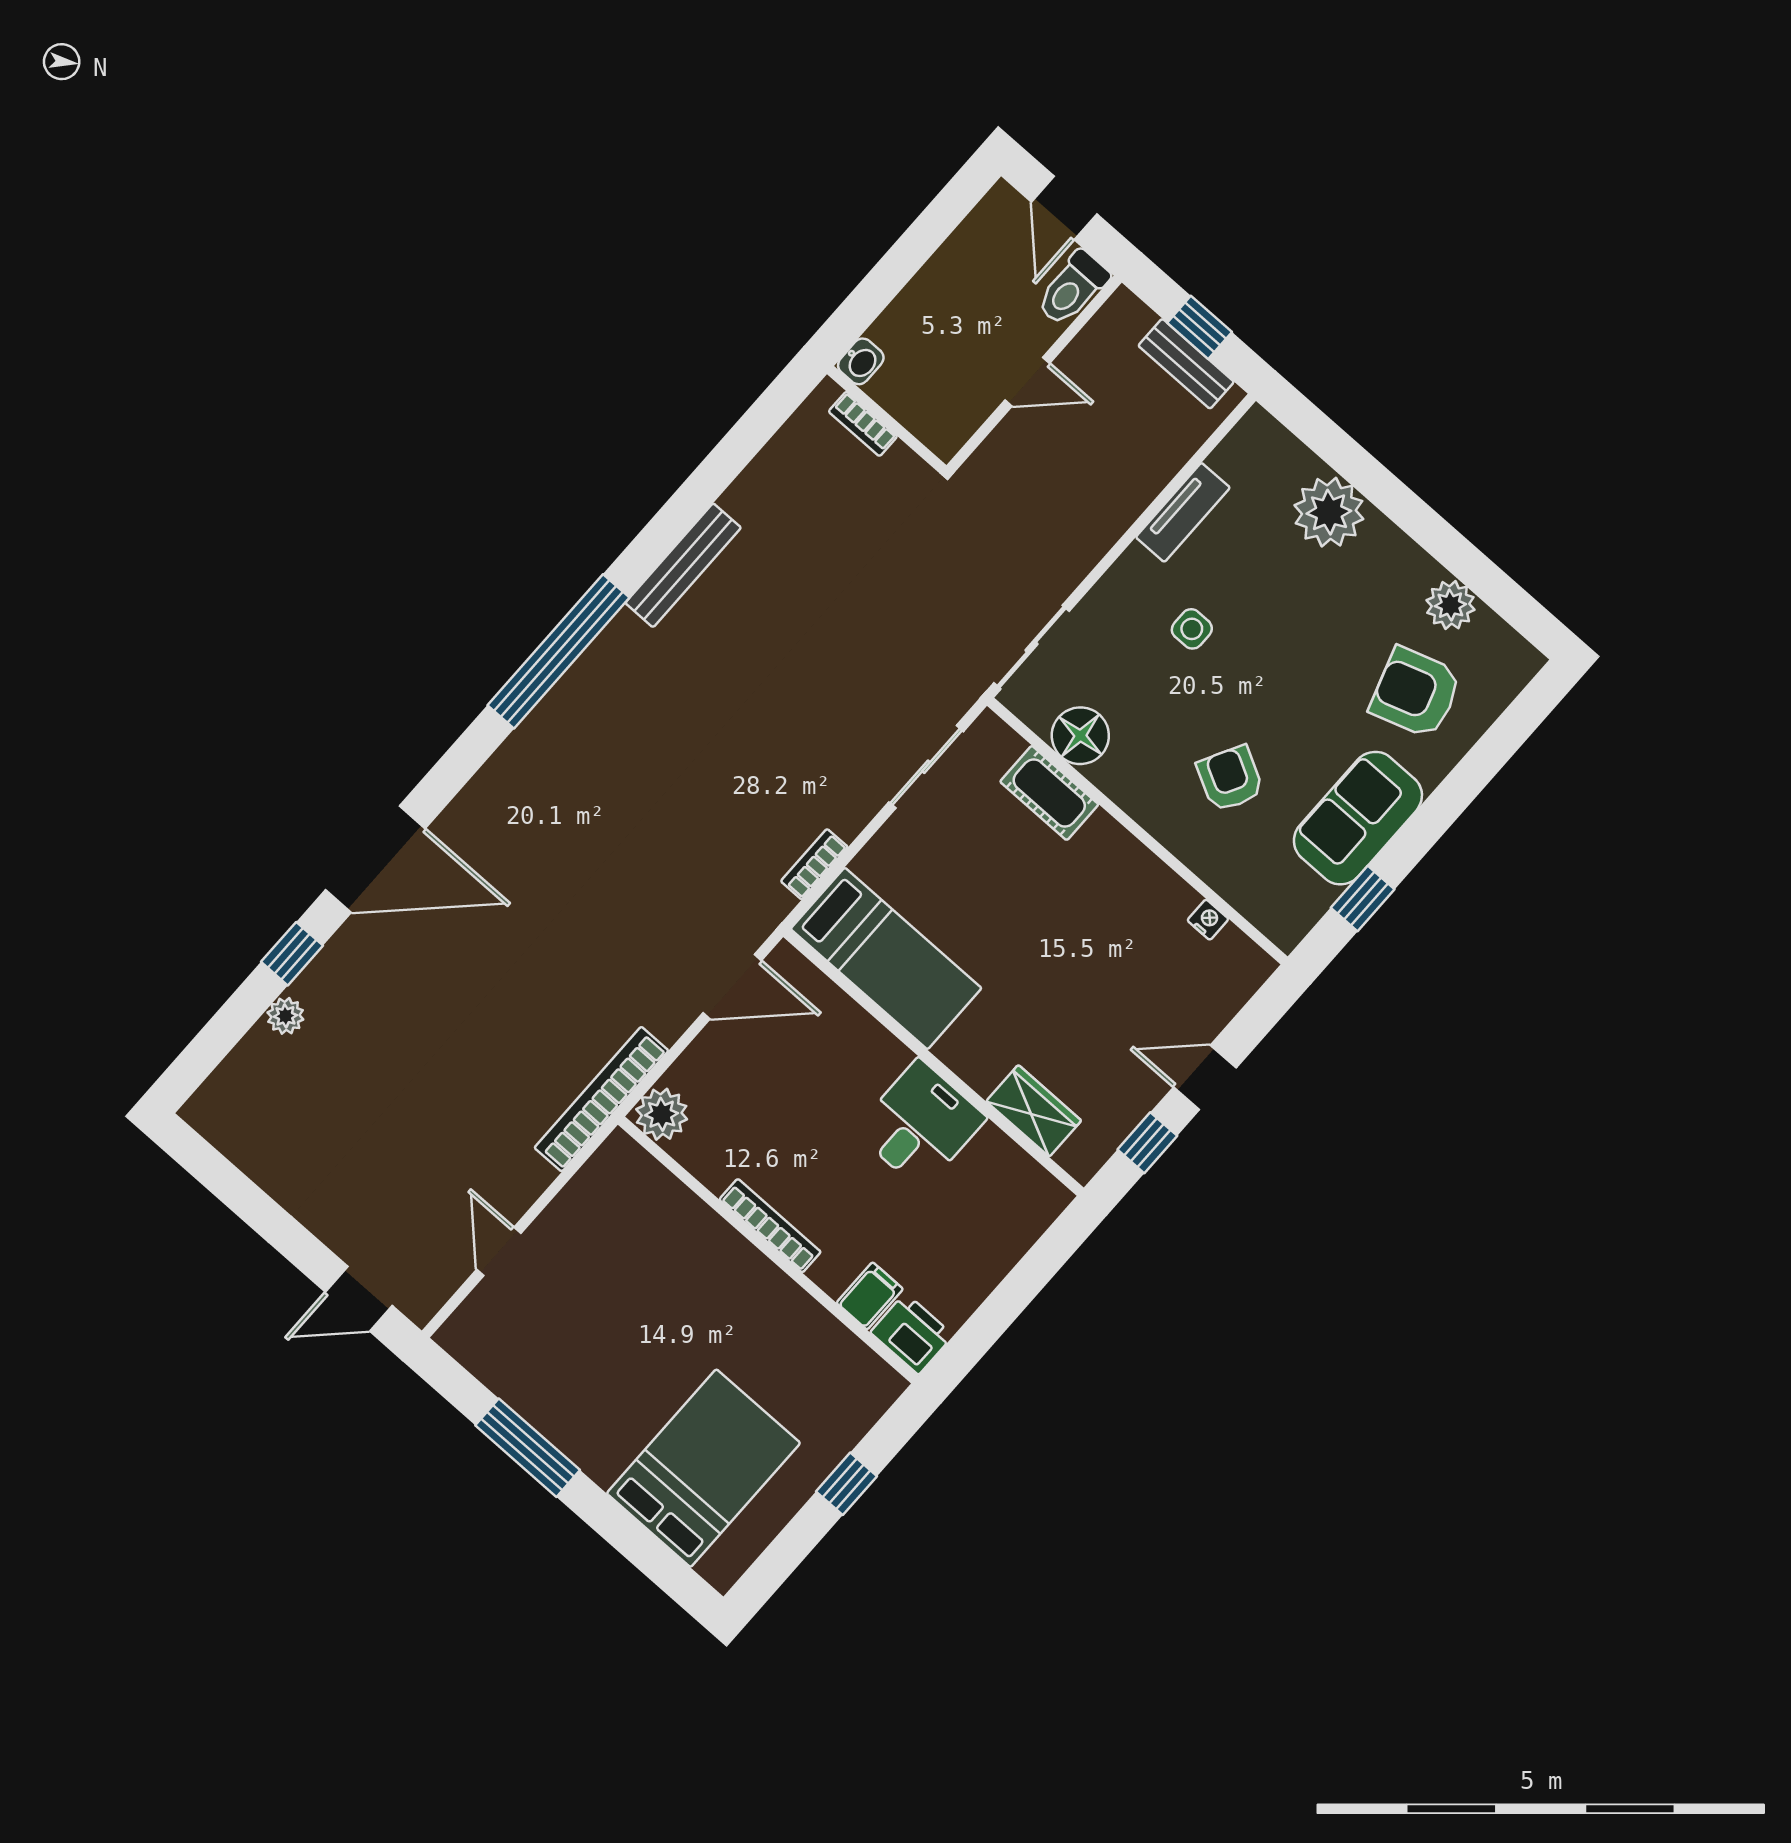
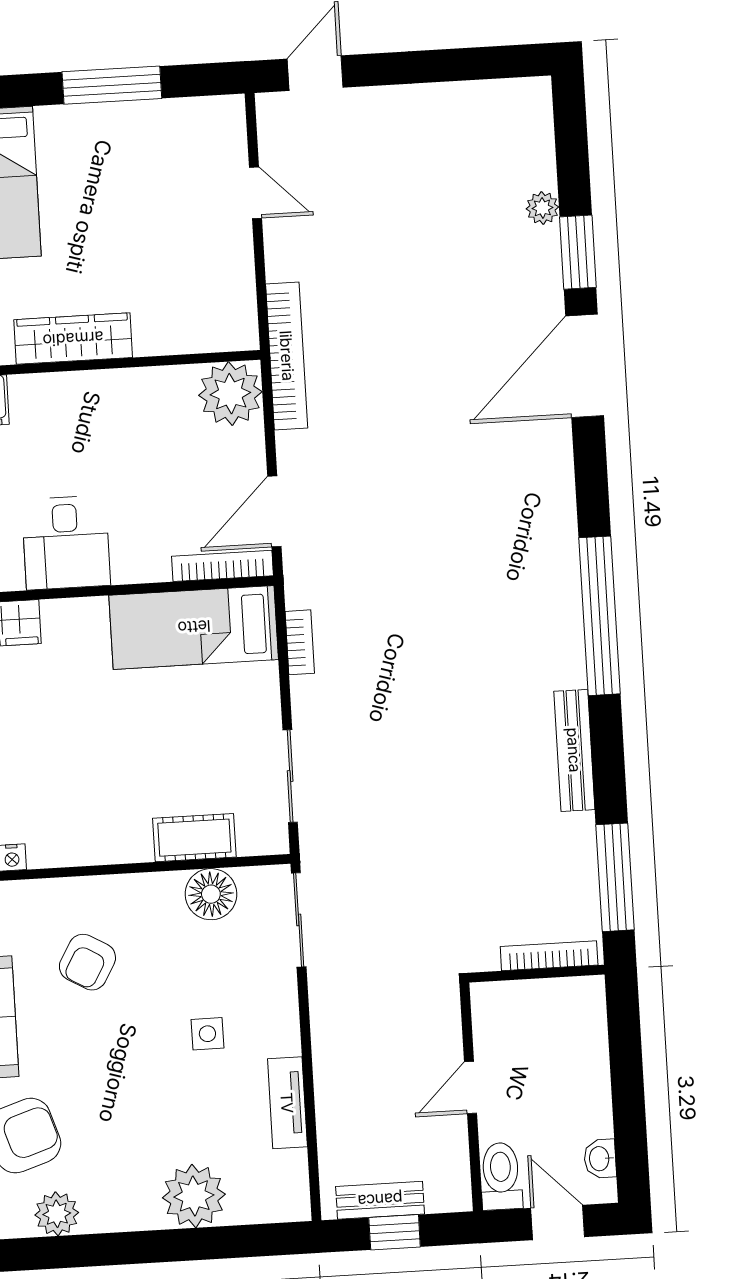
washbasin: (861, 361) -> (600, 1159), moved
bookcase: (863, 424) -> (549, 956), width x1.56
window: (750, 434) -> (615, 877), added
armchair: (1230, 779) -> (87, 962), turned 92
window: (292, 954) -> (578, 252), width x1.50
plant: (662, 1114) -> (230, 394), width x1.36, depth x1.36
bookcase: (770, 1226) -> (223, 566), moved, turned 180
wardrobe: (755, 1279) -> (73, 339), added

